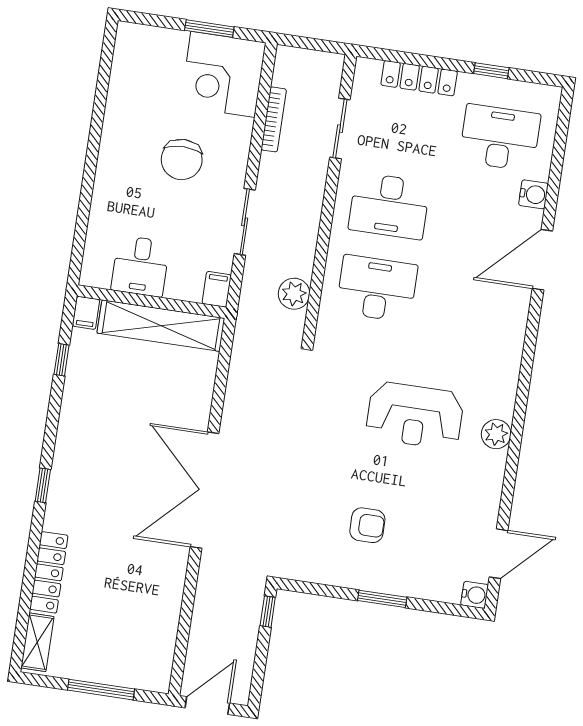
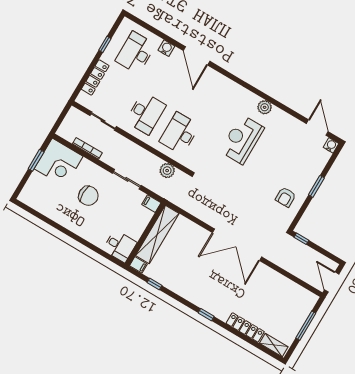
desk: (140, 266) -> (120, 246), moved
reception desk: (415, 415) -> (242, 139), turned 180
armchair: (367, 525) -> (286, 197), moved, turned 180

